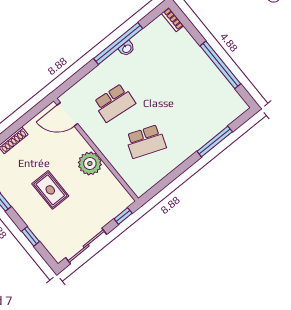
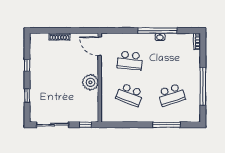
school desk: (193, 103) -> (171, 95), added
rug: (50, 190) -> (58, 79), removed

